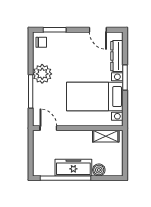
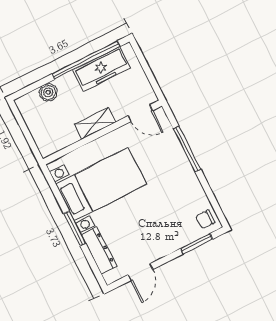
door: (98, 30) -> (140, 272), swing flipped
plant: (42, 74) -> (183, 179), removed
shelving: (106, 136) -> (95, 123), moved
freezer: (73, 168) -> (102, 69), moved

